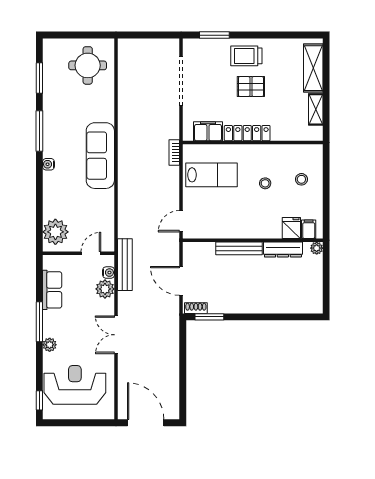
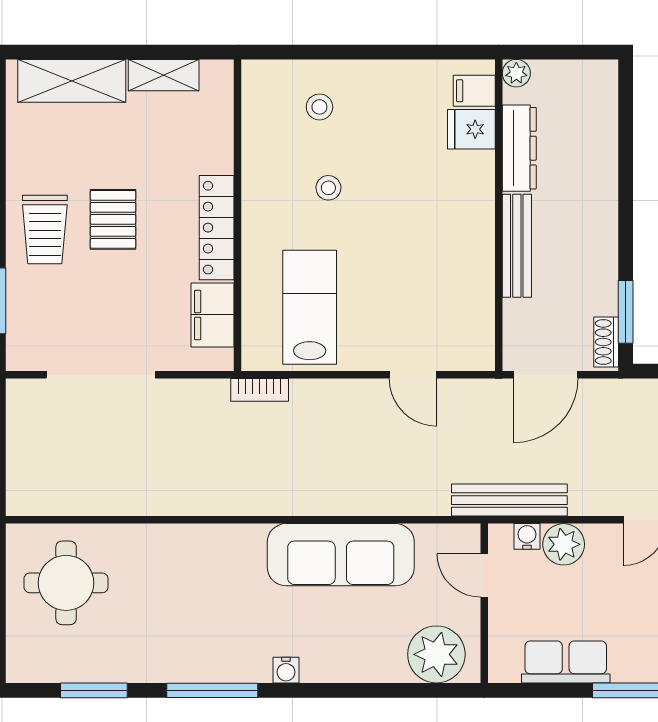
sofa: (100, 156) -> (341, 555), moved
fridge: (291, 228) -> (471, 129), moved
filing cabinet: (309, 229) -> (474, 91), moved
wall: (253, 240) -> (499, 215), moved
bench: (239, 248) -> (517, 246), moved
plant: (317, 248) -> (516, 73), moved
dresser: (283, 249) -> (519, 148), moved

